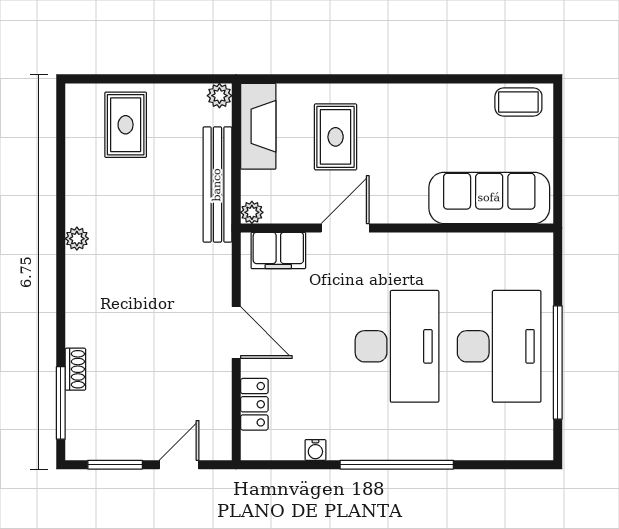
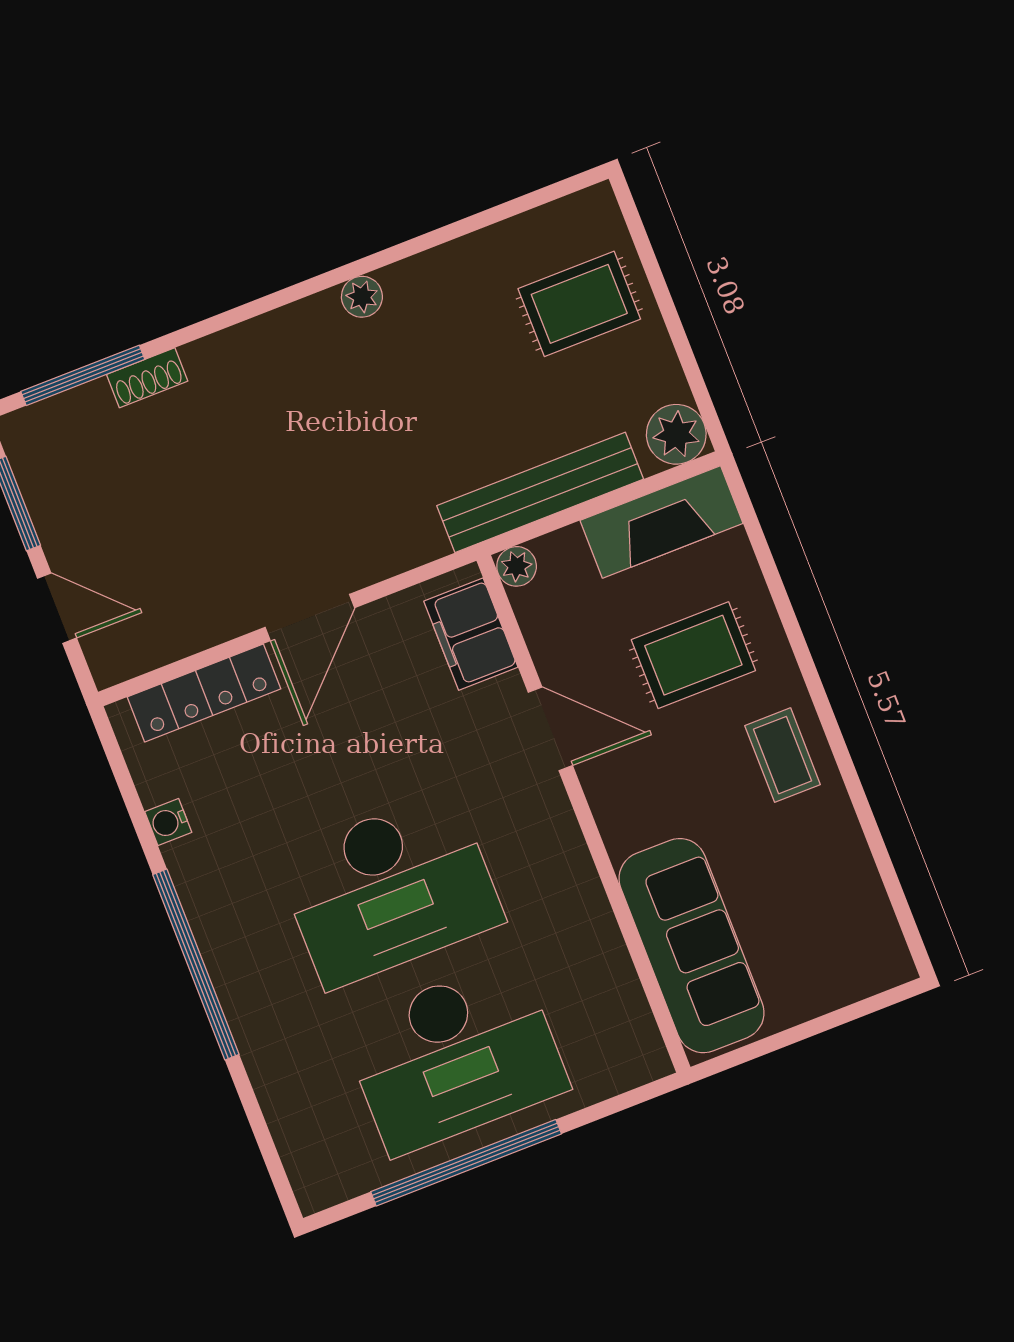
plant: (219, 96) -> (676, 434), width x1.38, depth x1.38
coffee table: (518, 102) -> (783, 755), moved
locker: (254, 404) -> (204, 693), width x1.53

